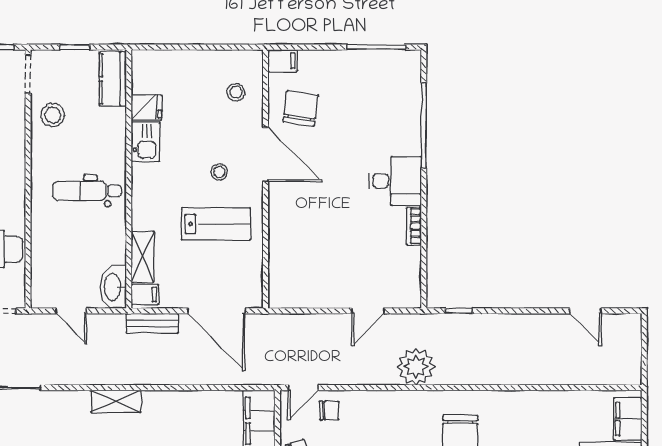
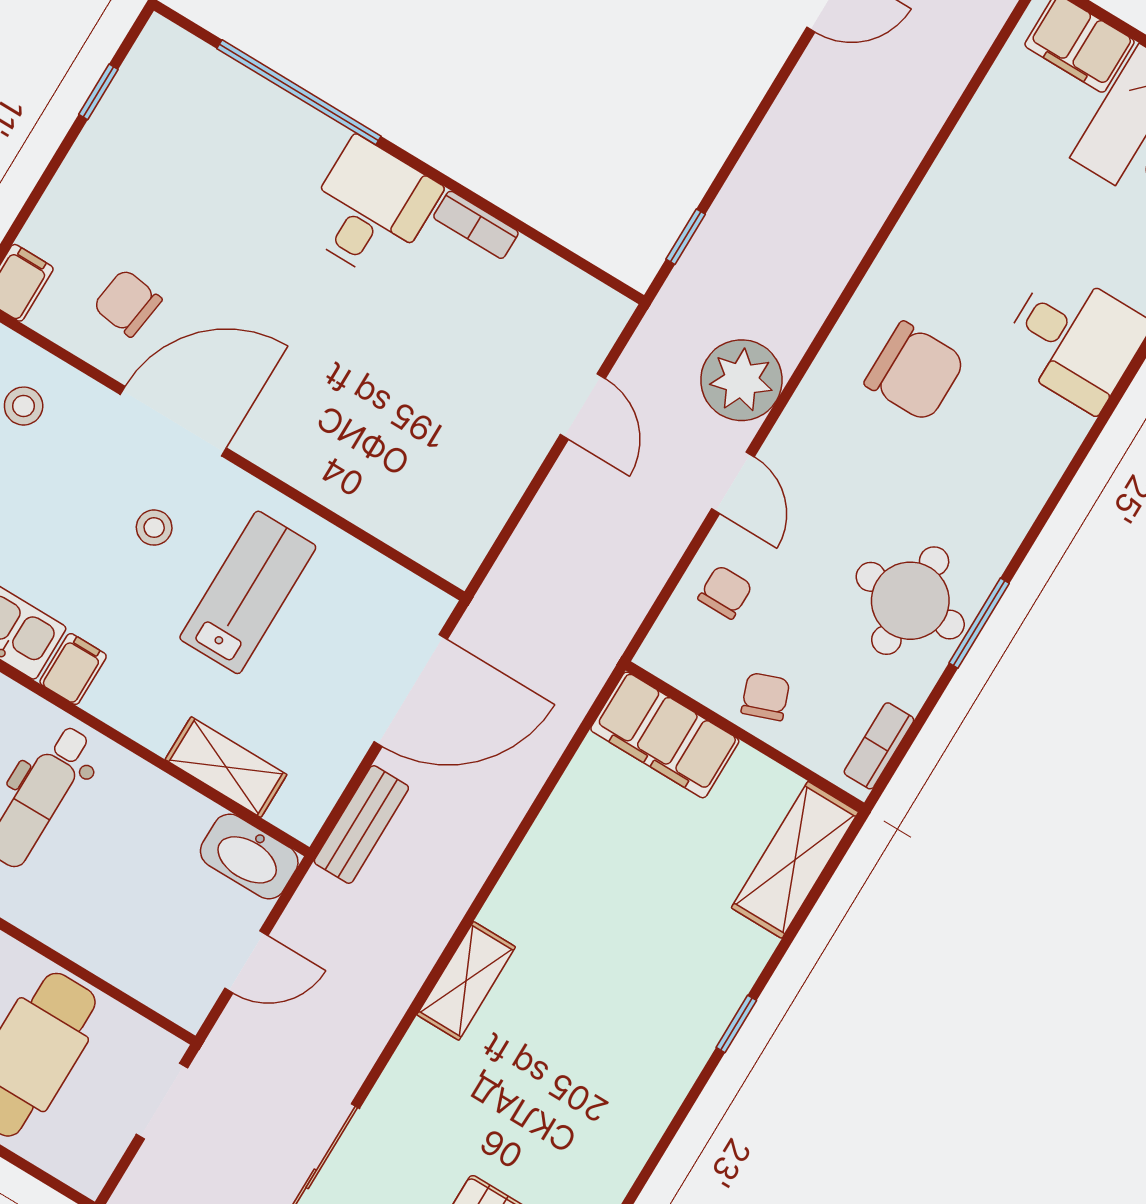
window: (376, 47) -> (98, 92), width x0.46
chair: (301, 108) -> (127, 303), width x0.73, depth x0.73
filing cabinet: (145, 295) -> (73, 669), moved
door: (303, 388) -> (733, 483), moved

